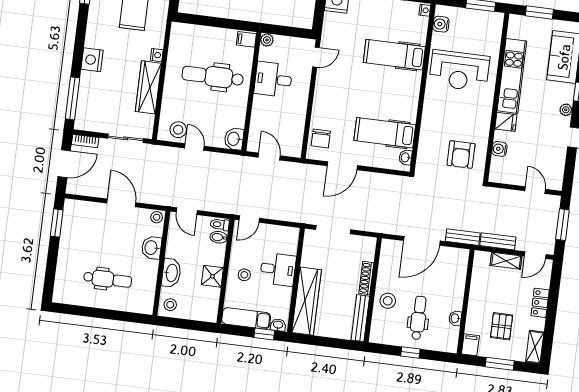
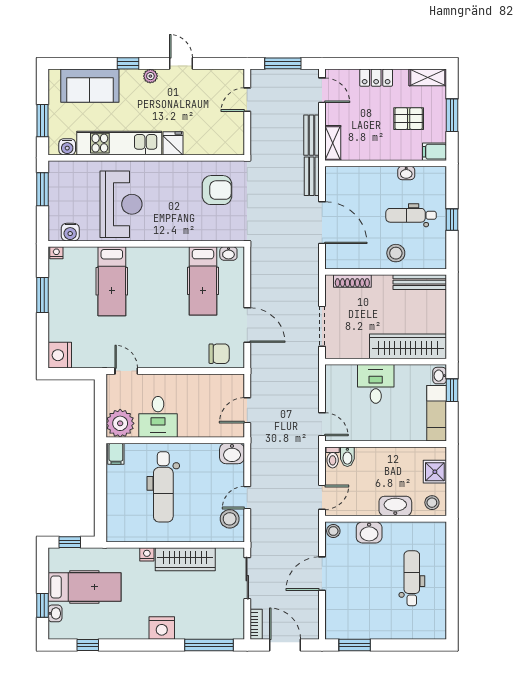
plant: (267, 40) -> (120, 423), width x1.87, depth x1.87
water cooler: (499, 149) -> (67, 147), moved
shelving: (506, 261) -> (333, 143), moved
stool: (244, 275) -> (387, 422), removed
shower: (212, 276) -> (435, 472), moved
shoe rack: (366, 278) -> (352, 281), moved

